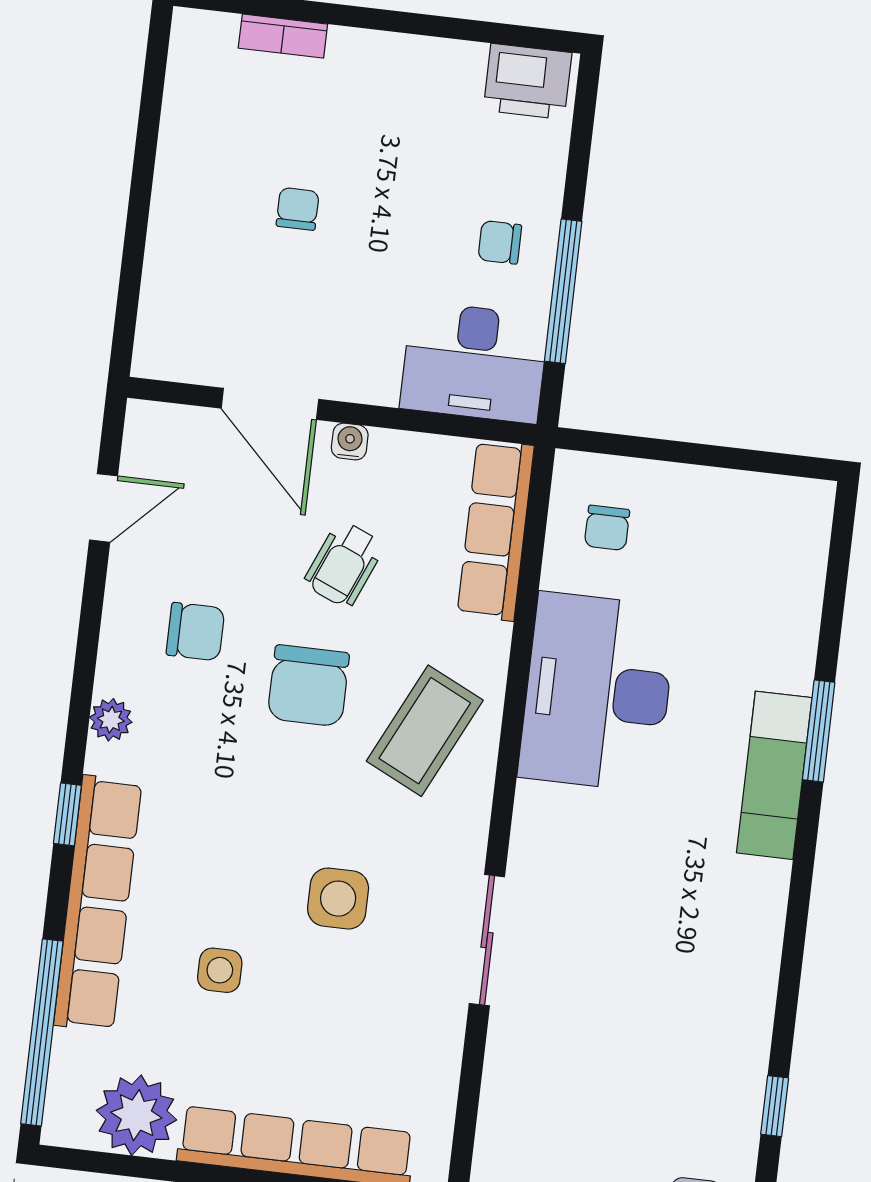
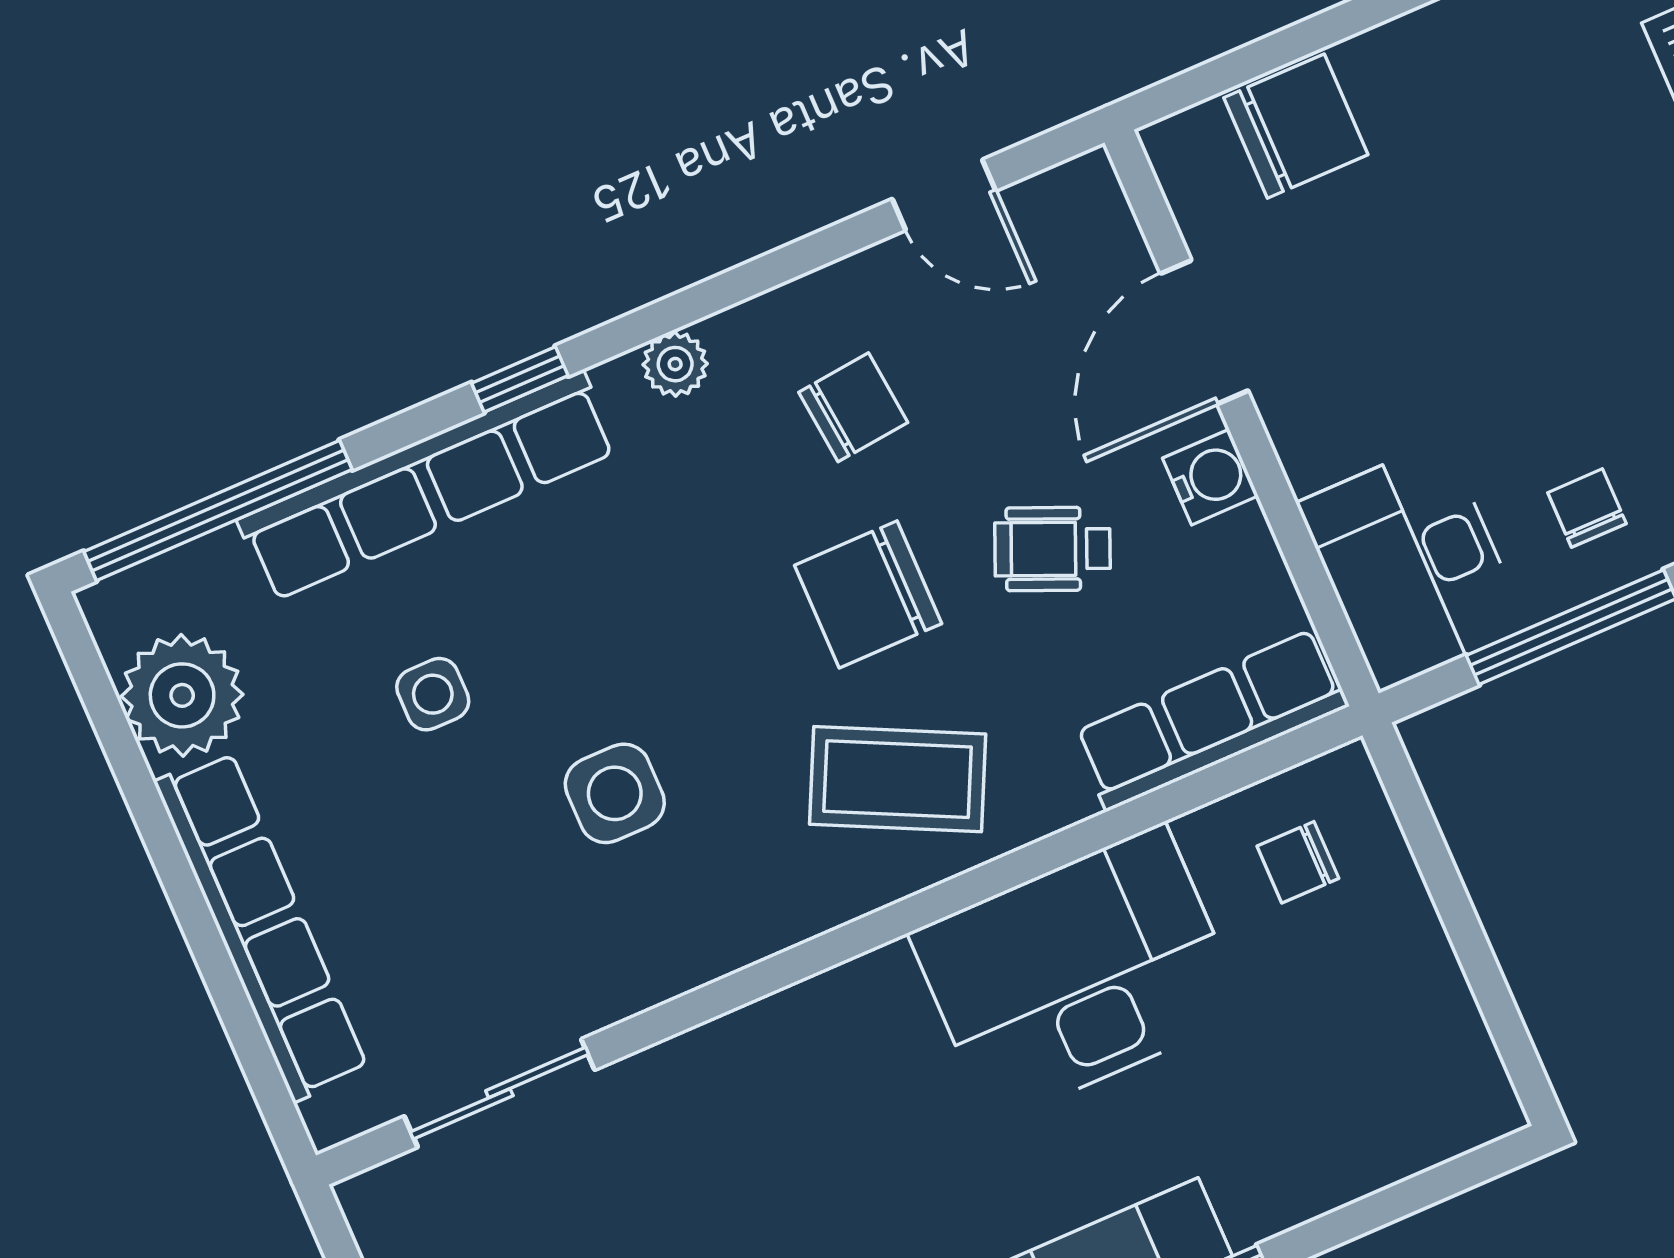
chair: (298, 209) -> (1296, 126), moved, width x1.87, depth x1.87
water cooler: (350, 442) -> (1210, 477), width x1.38, depth x1.38
chair: (196, 632) -> (853, 407), turned -96
sliding door: (487, 940) -> (499, 1093), moved

